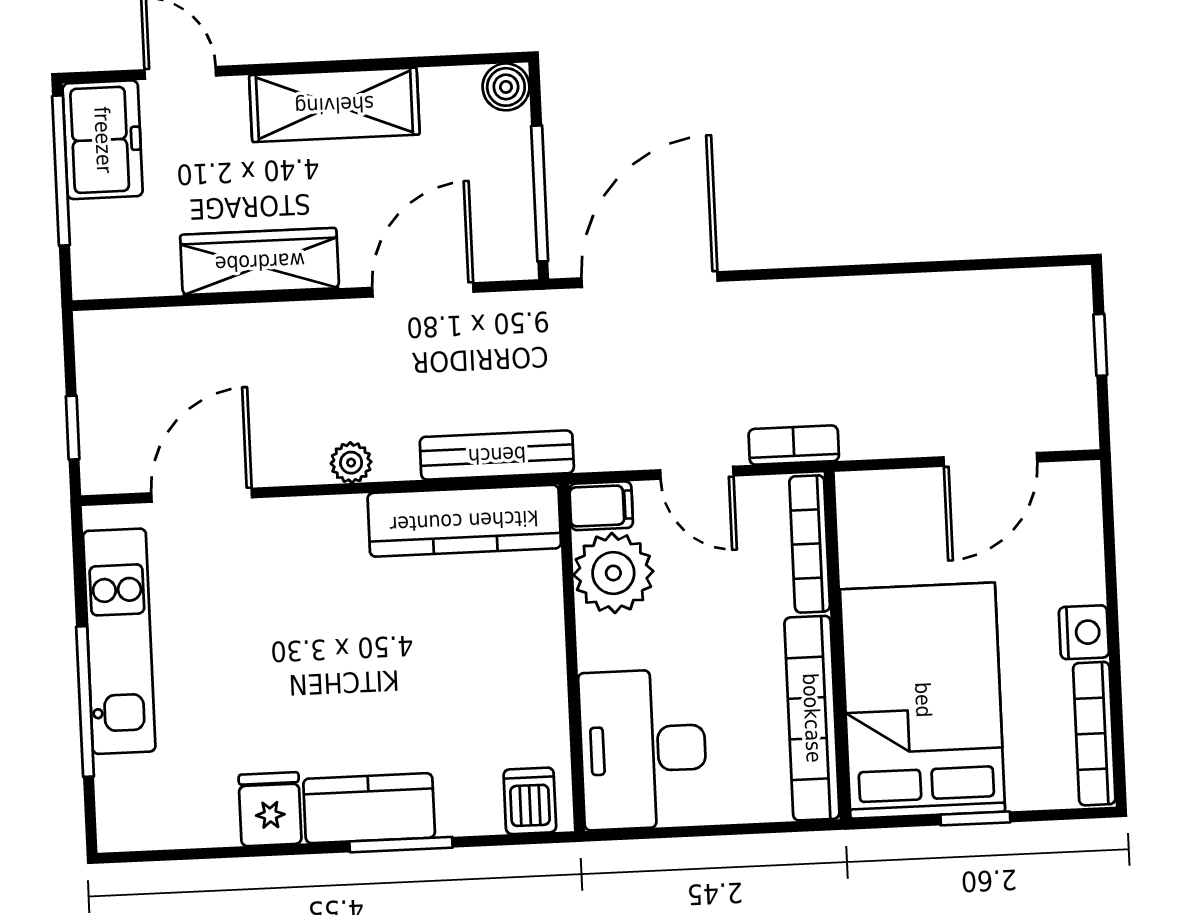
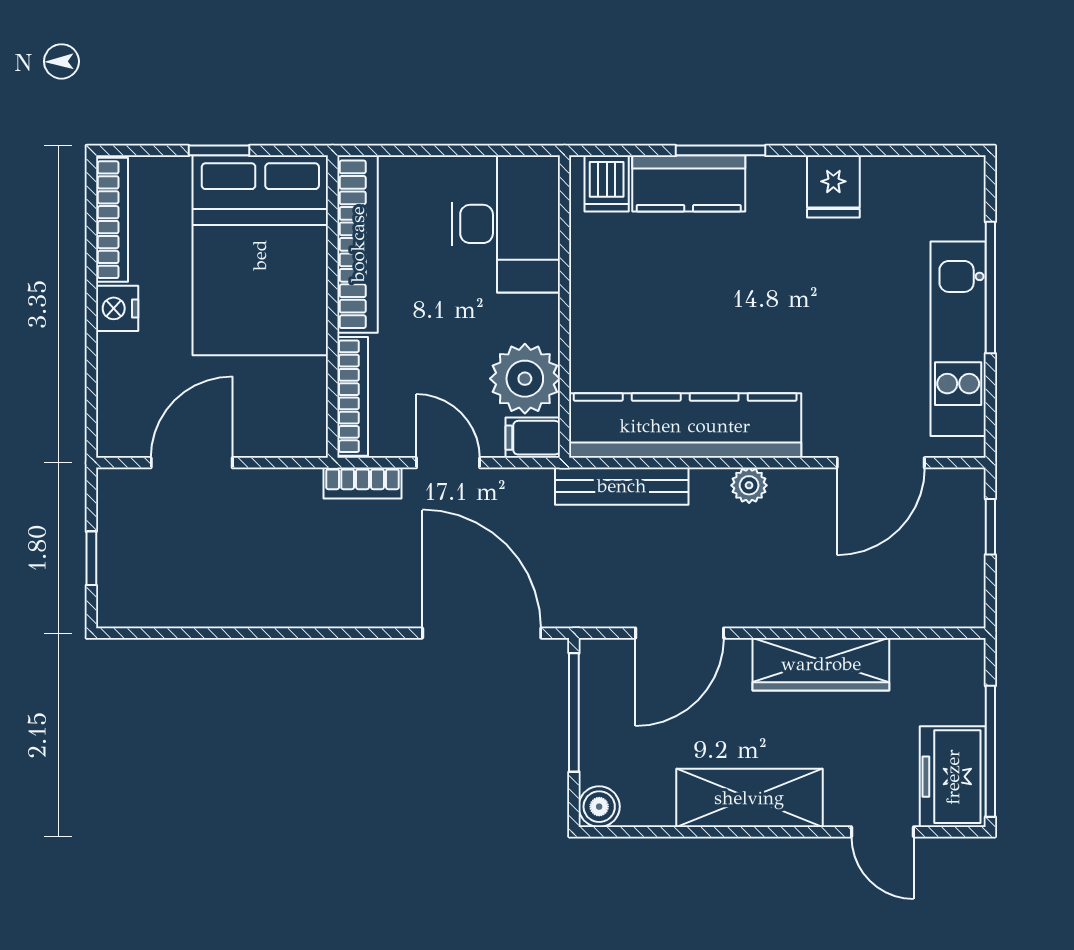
door: (650, 280) -> (482, 633), swing flipped
kitchen counter: (464, 521) -> (685, 426), width x1.39, depth x1.17
kitchen counter: (369, 808) -> (689, 183), moved

